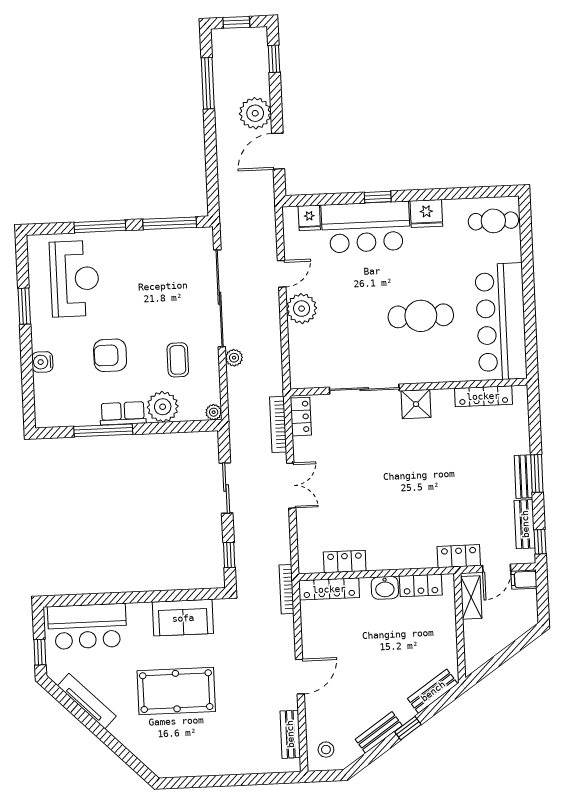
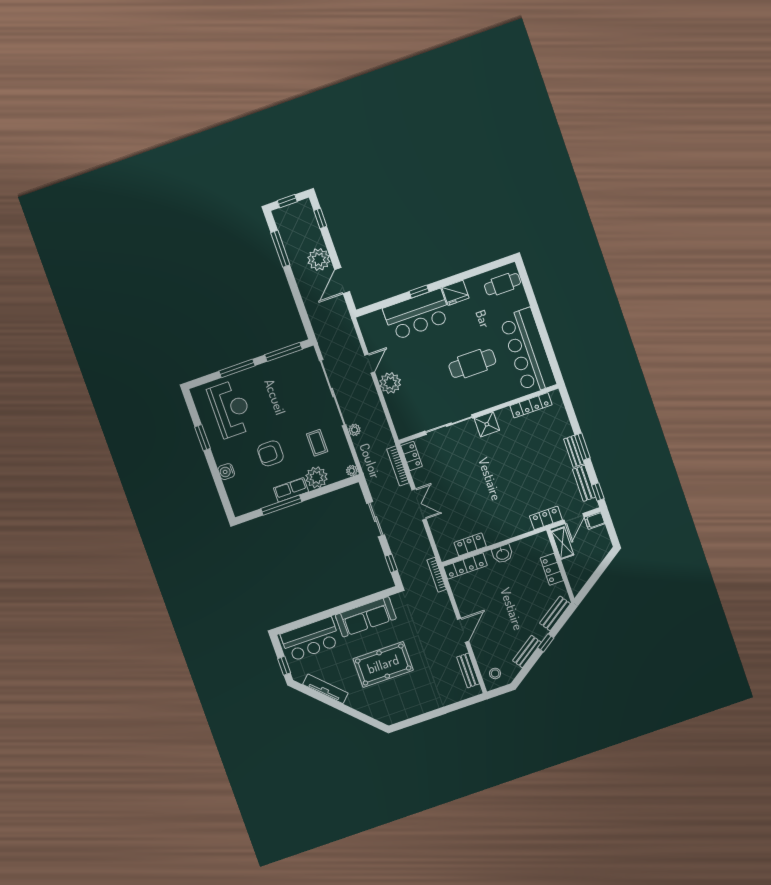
fridge: (309, 218) -> (377, 320), removed
locker: (421, 585) -> (552, 569), moved, turned 90
sofa: (183, 618) -> (366, 617), width x1.36

